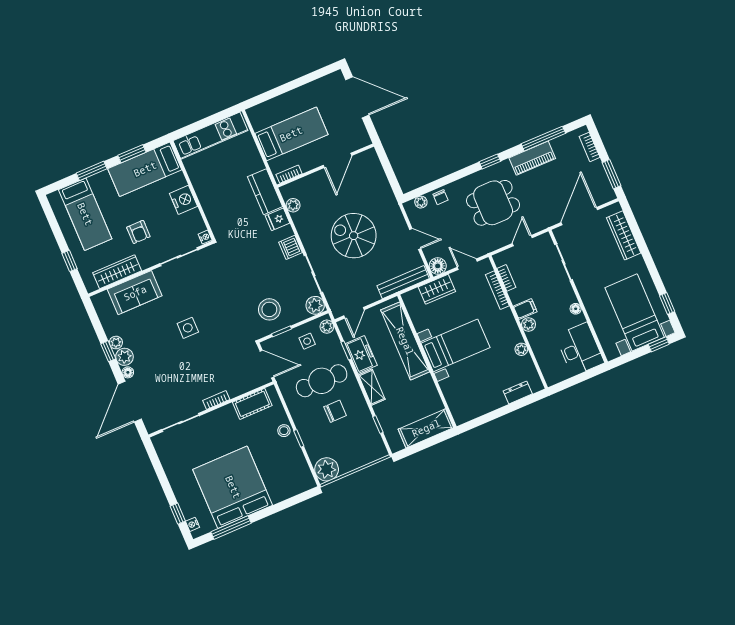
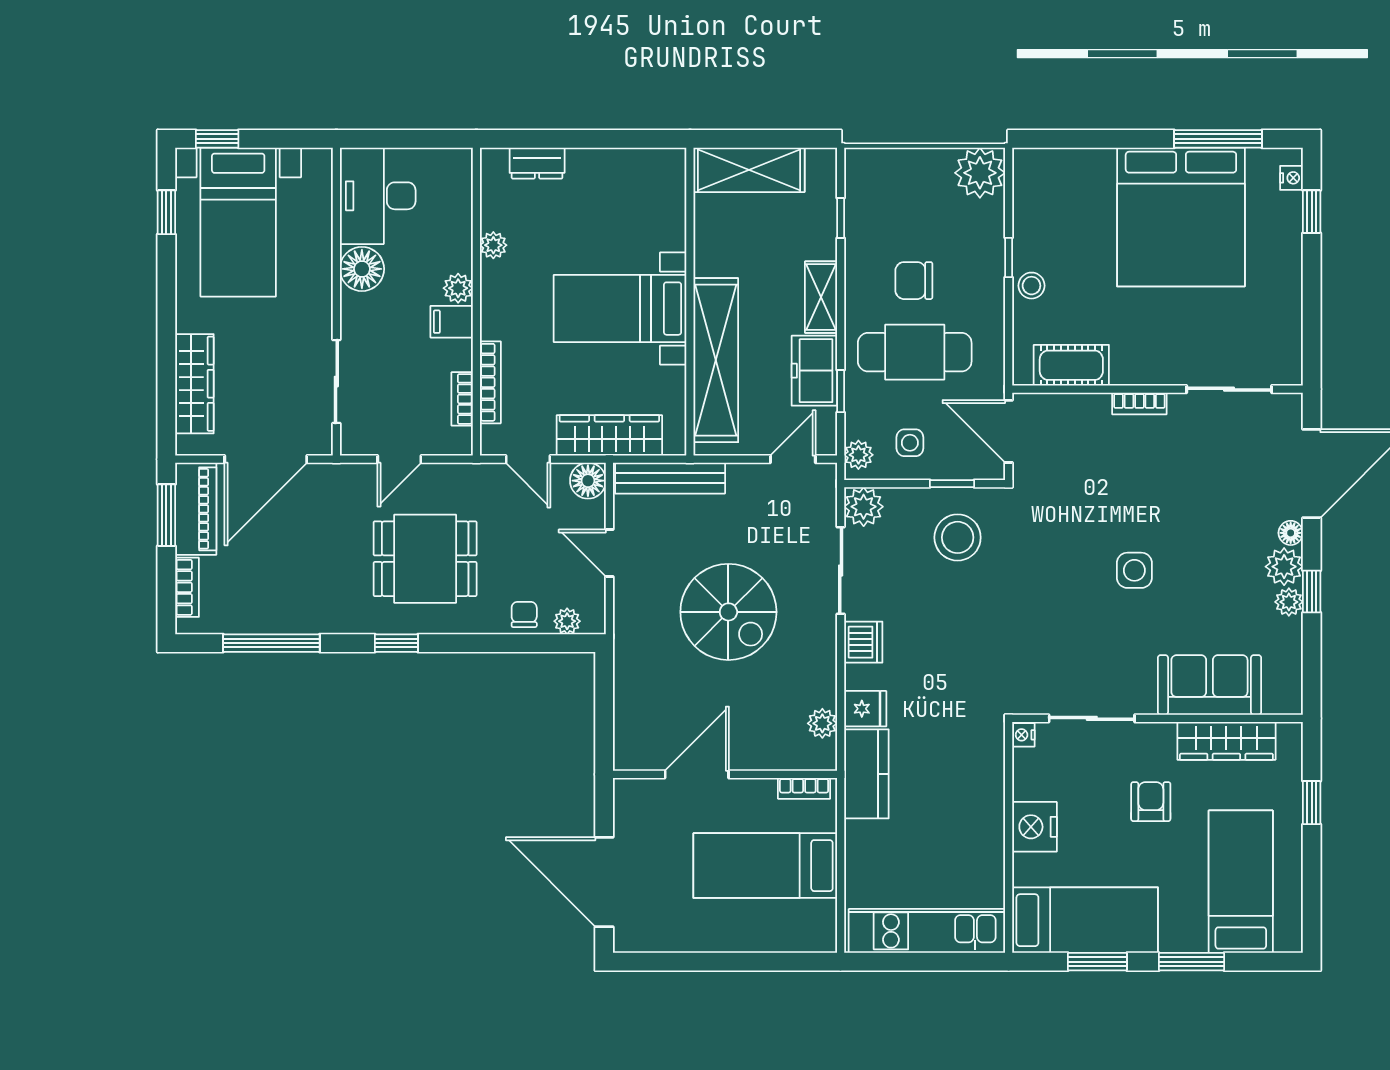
piano: (532, 158) -> (196, 509), moved, turned 90
wardrobe: (437, 289) -> (609, 435), width x1.50
floor lamp: (576, 309) -> (362, 269), width x1.89, depth x1.89

